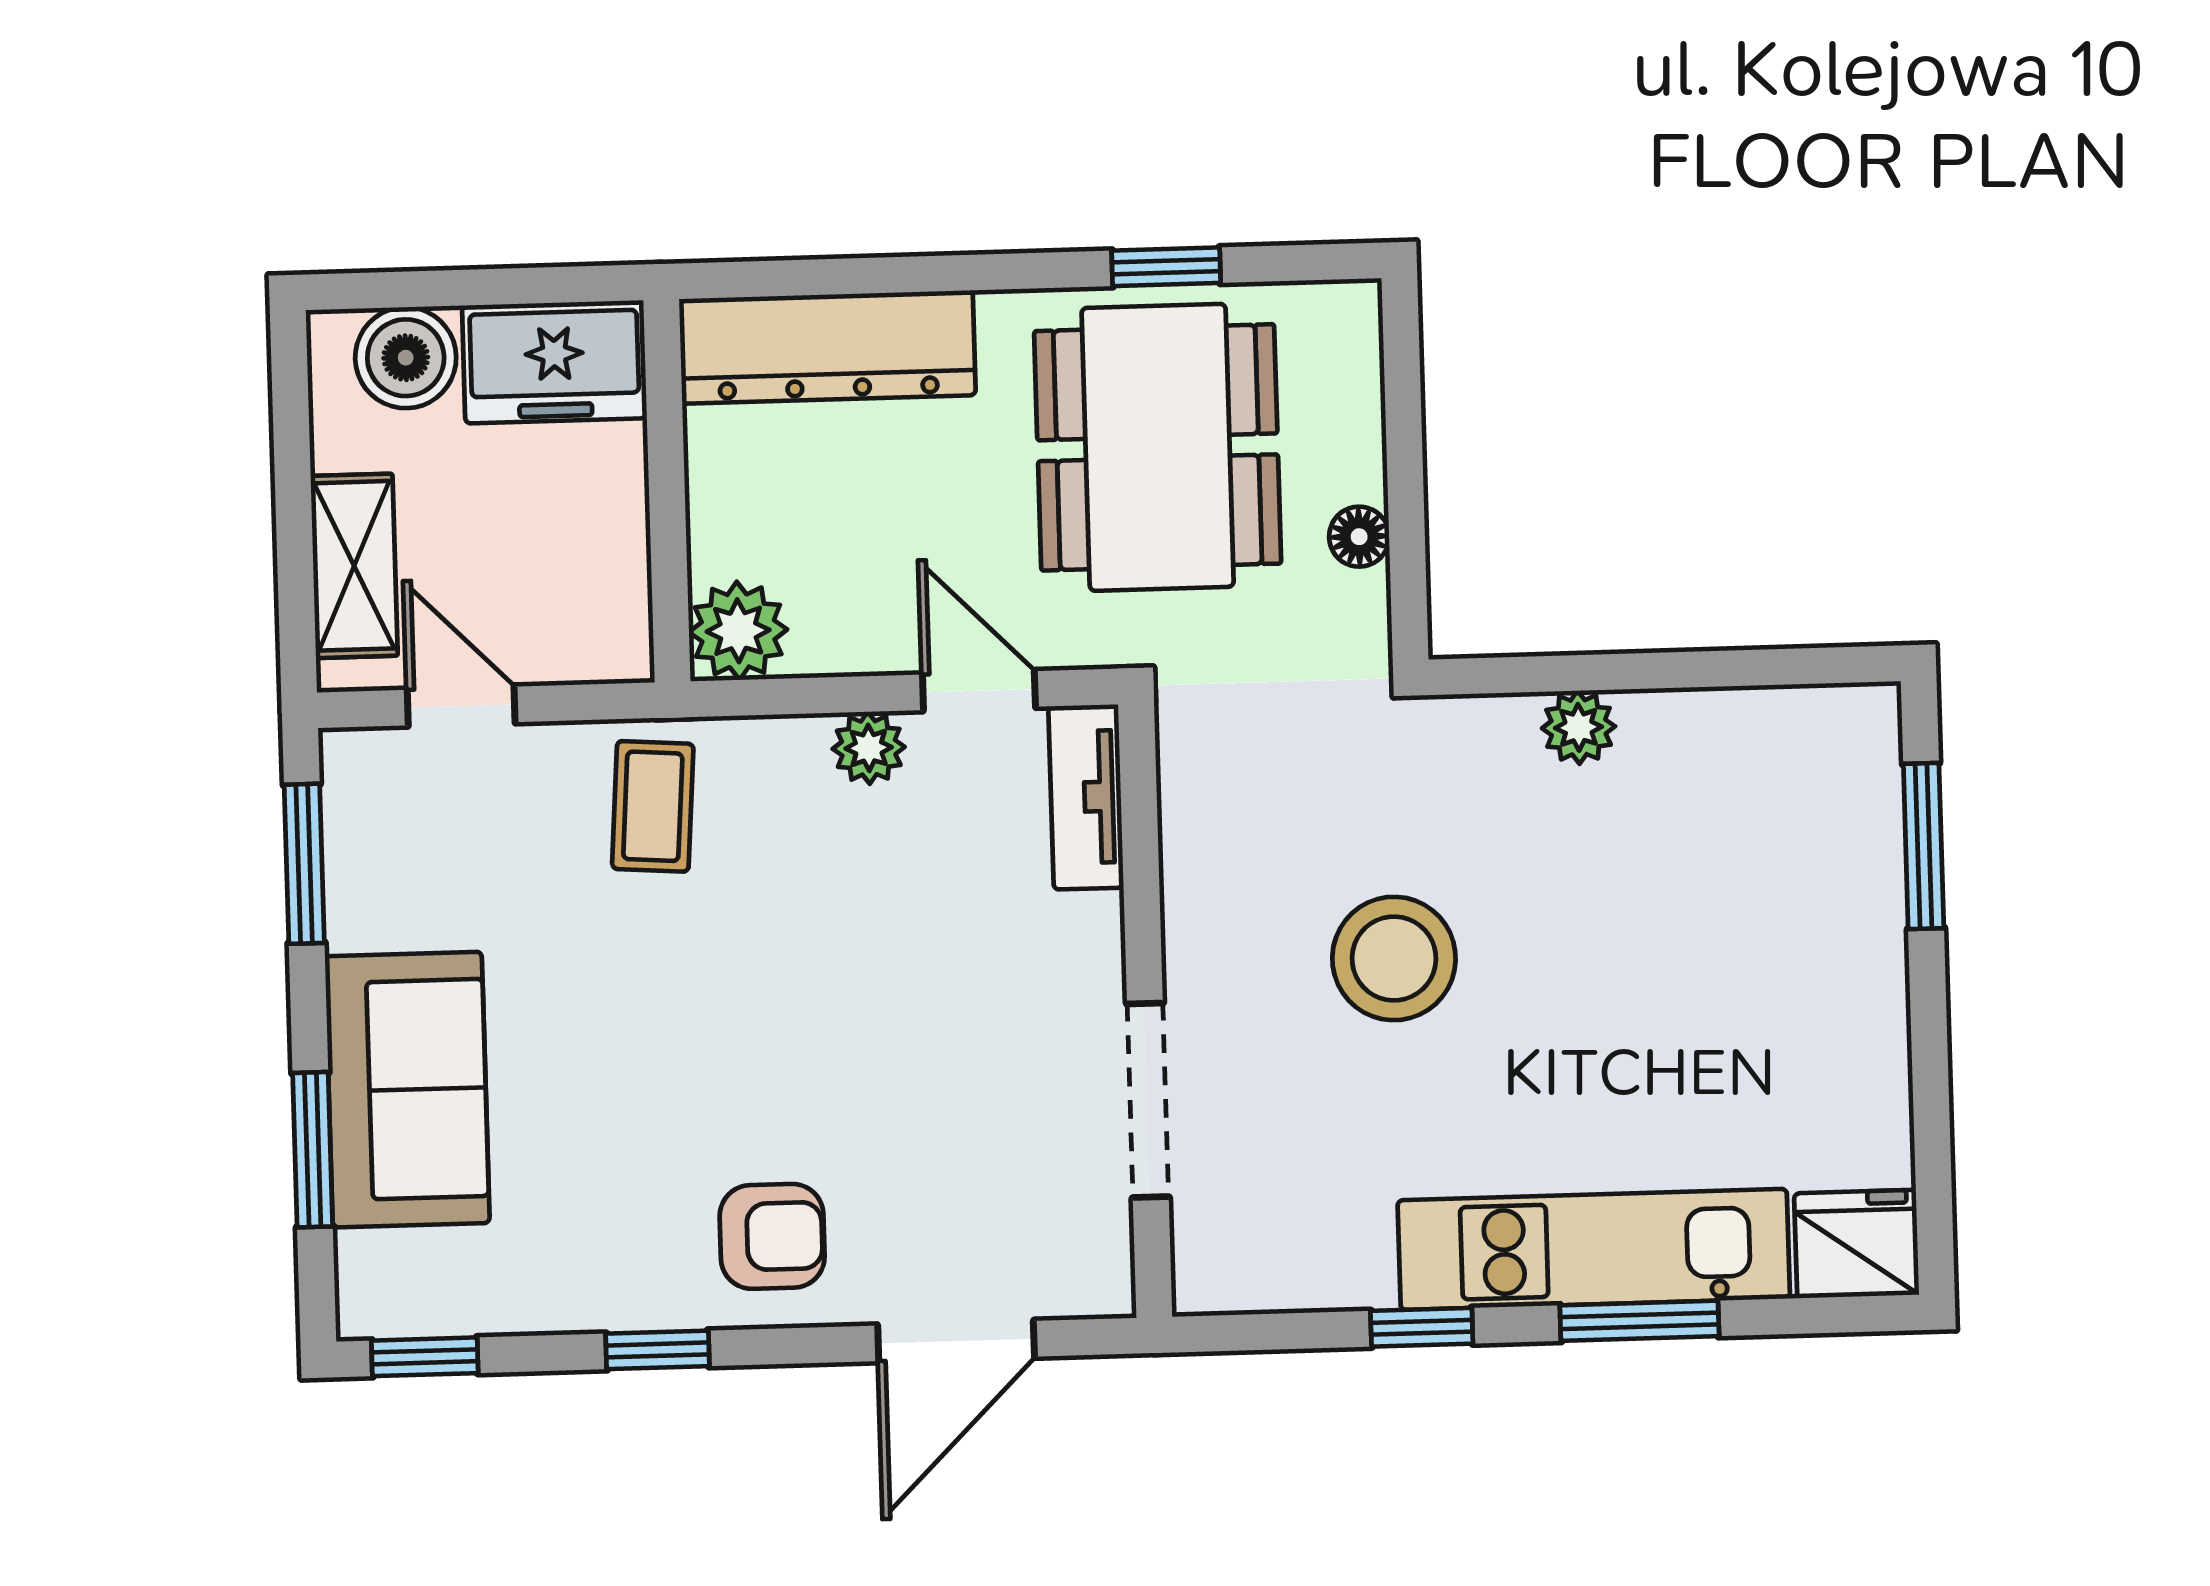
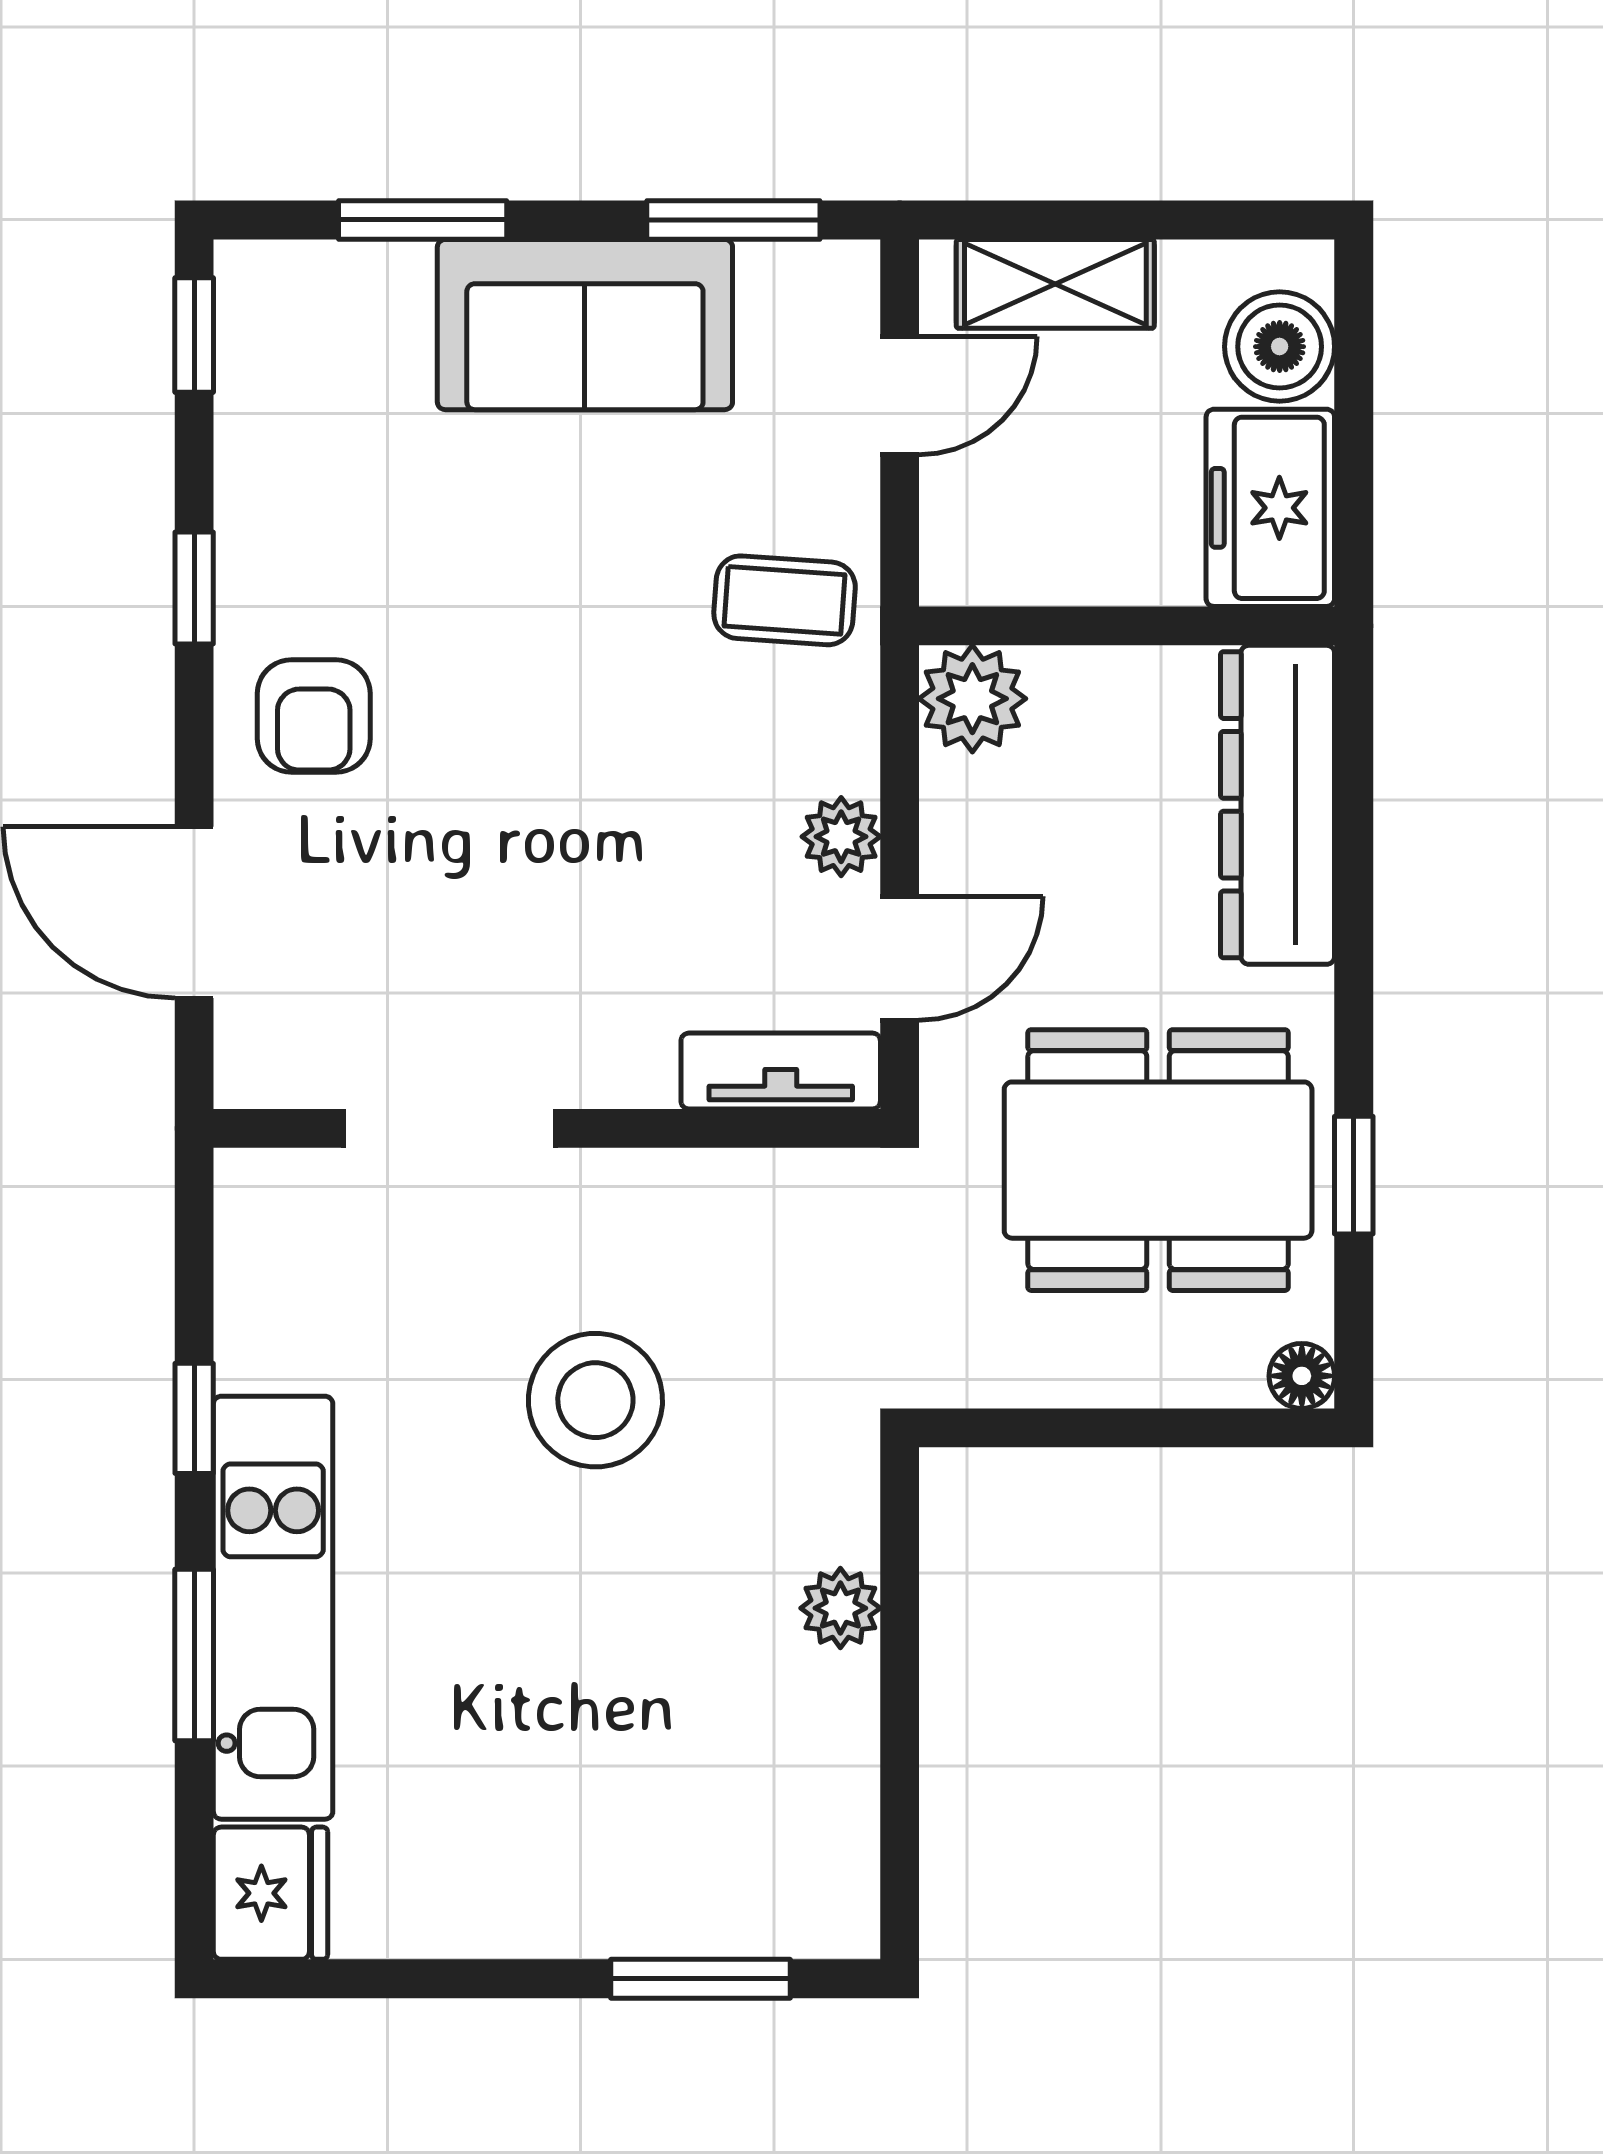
floor lamp: (1359, 537) -> (1302, 1376), moved
sofa: (407, 1090) -> (585, 325), moved

